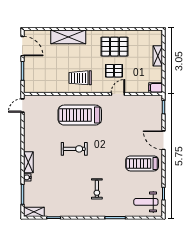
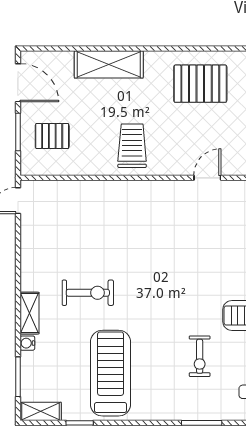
pallet: (114, 71) -> (52, 136), moved
trolley: (80, 78) -> (132, 146), turned 90
treadmill: (80, 115) -> (111, 373), moved, turned 90
exercise bike: (74, 149) -> (88, 293), moved
exercise bike: (97, 189) -> (200, 356), moved

